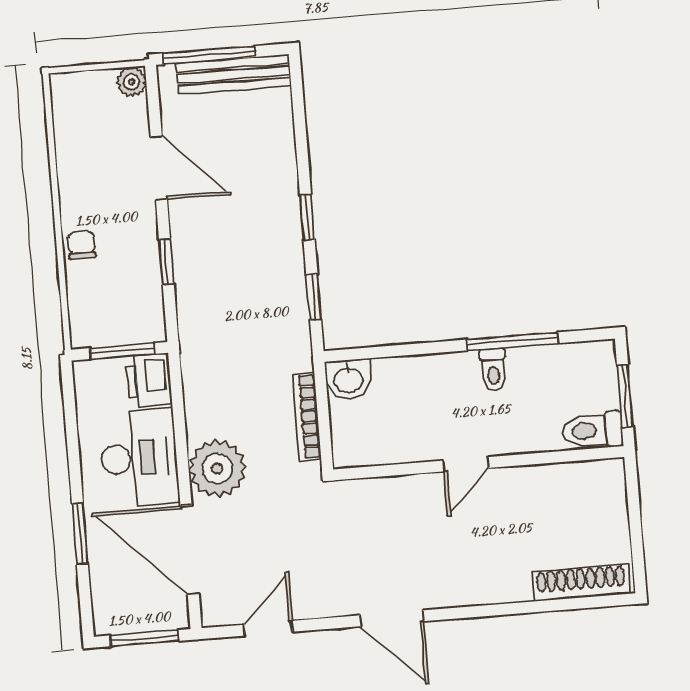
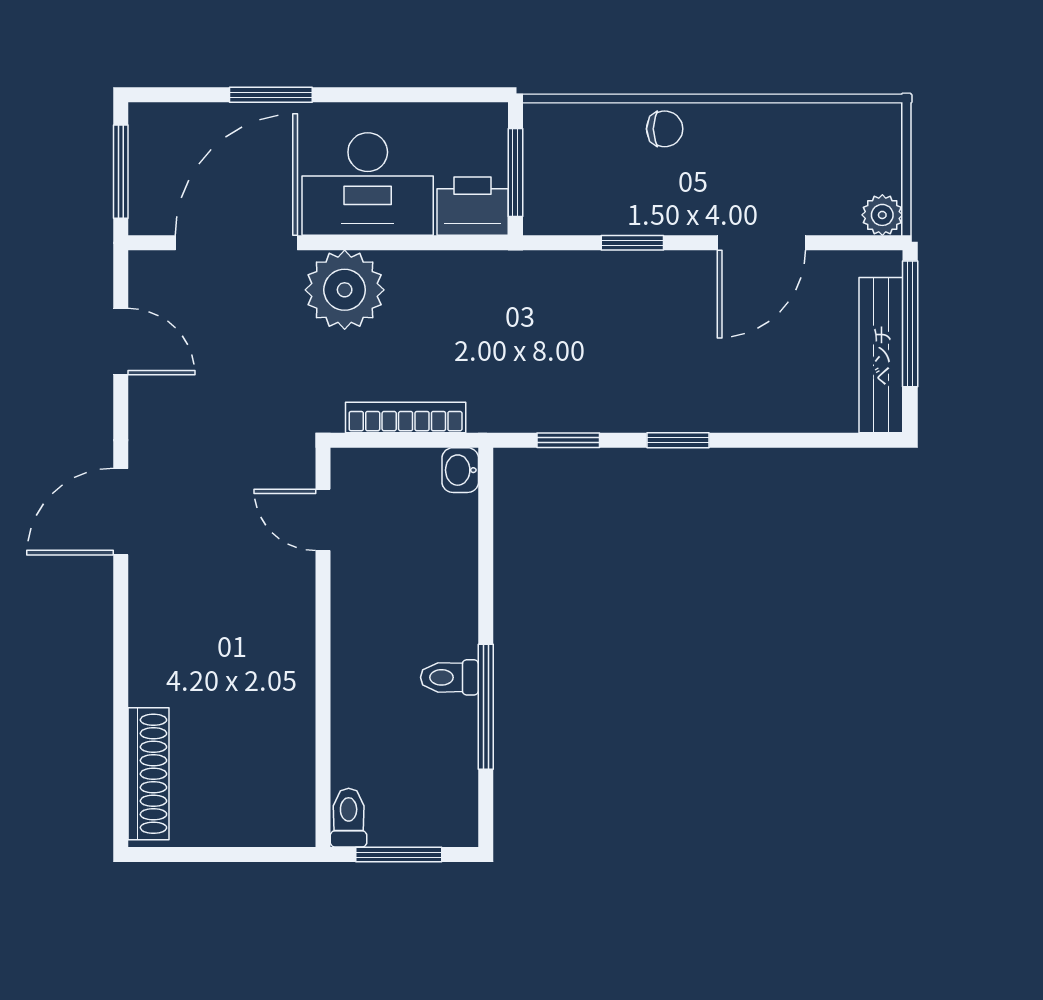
washbasin: (349, 379) -> (460, 470), width x0.72, depth x0.69
toilet: (592, 430) -> (349, 818), width x0.73, depth x0.72
door: (466, 464) -> (323, 520), moved

